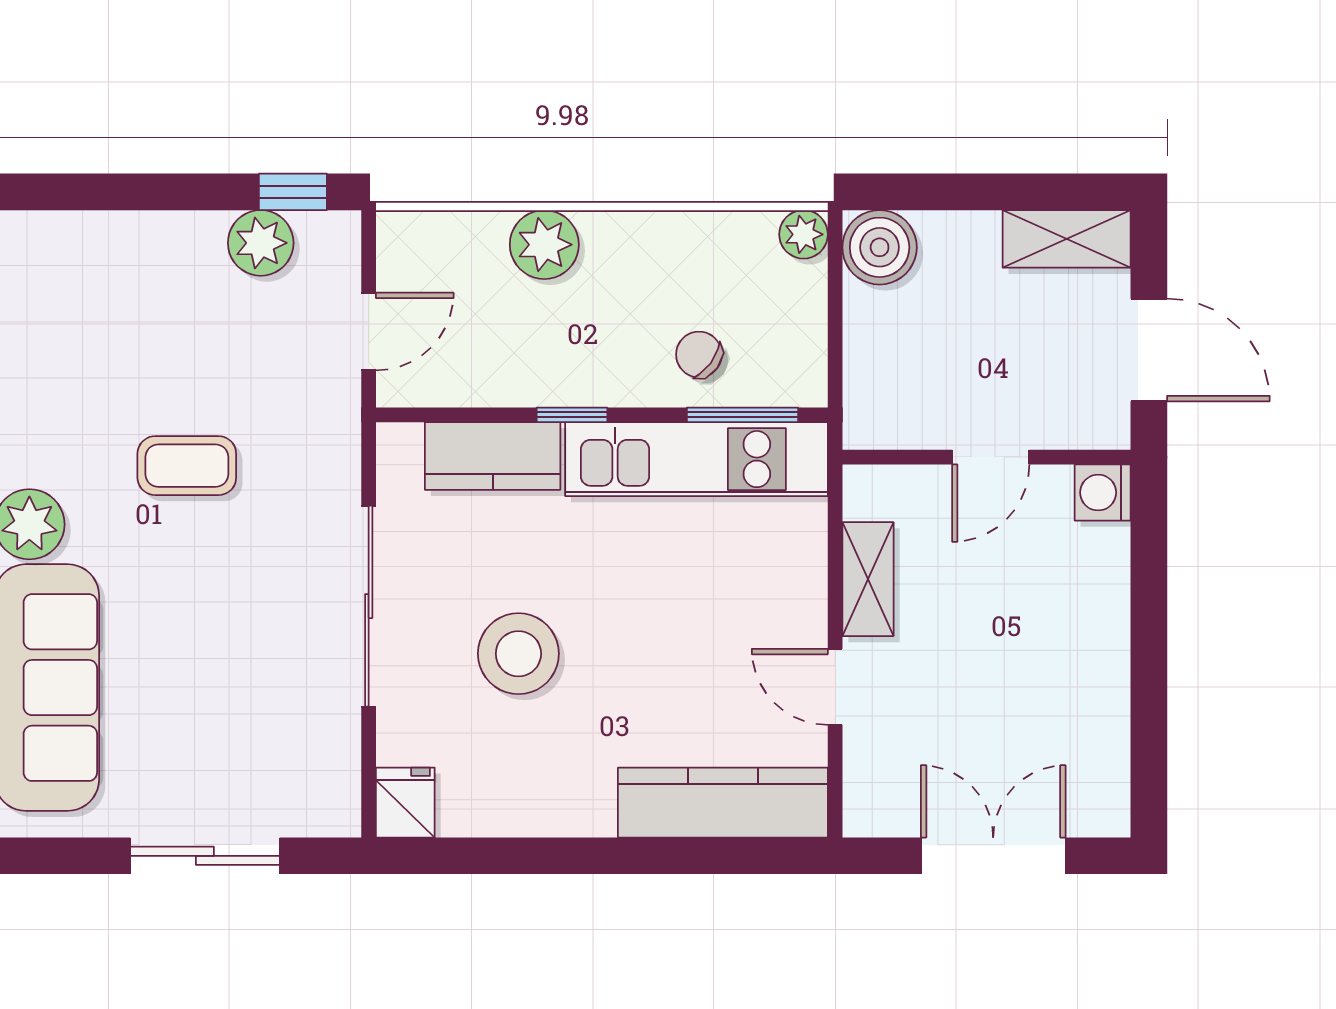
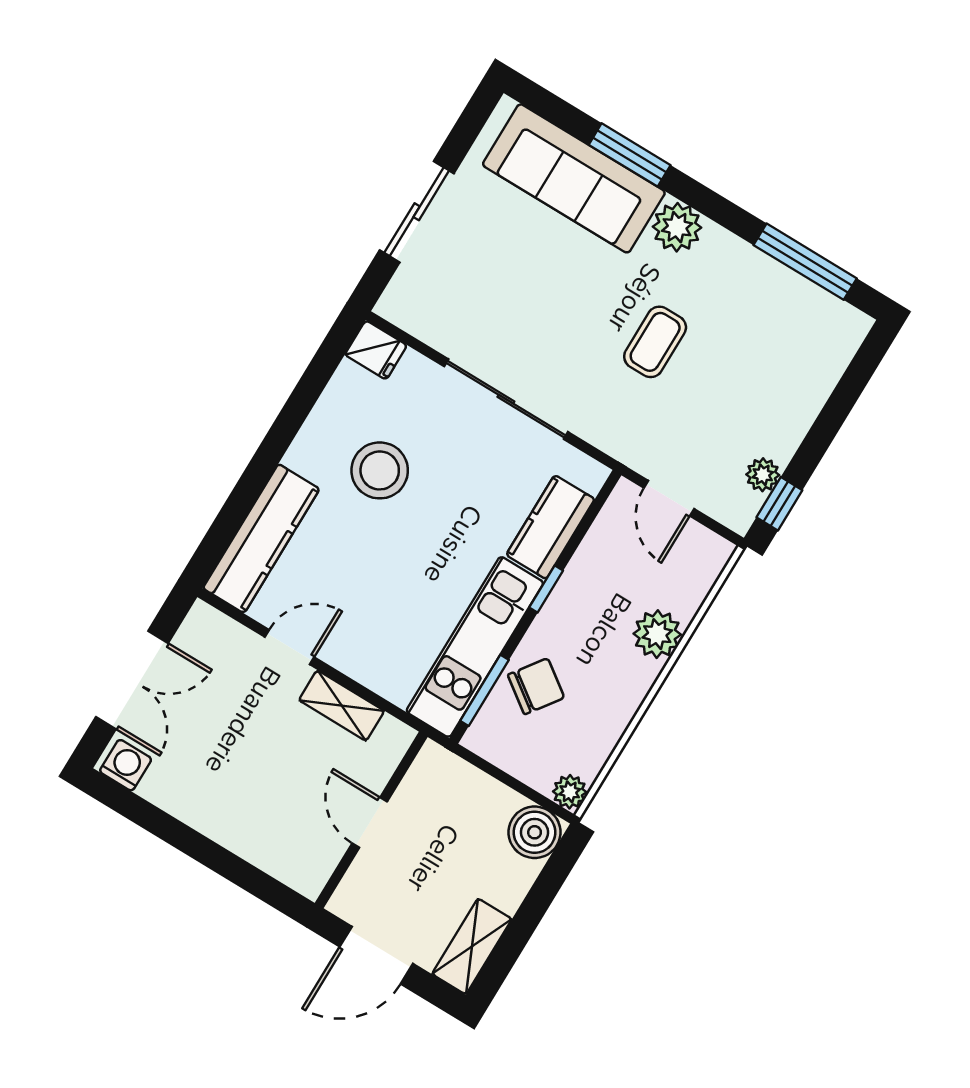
plant: (261, 243) -> (763, 475), width x0.73, depth x0.73
chair: (699, 354) -> (536, 686), width x1.37, depth x1.37
washing machine: (1103, 493) -> (126, 765), moved
stool: (518, 654) -> (380, 470), moved

